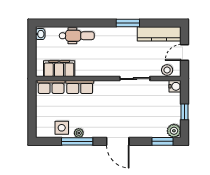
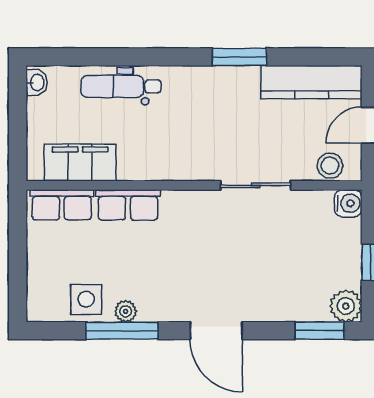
dental chair: (77, 36) -> (121, 86), turned 180

